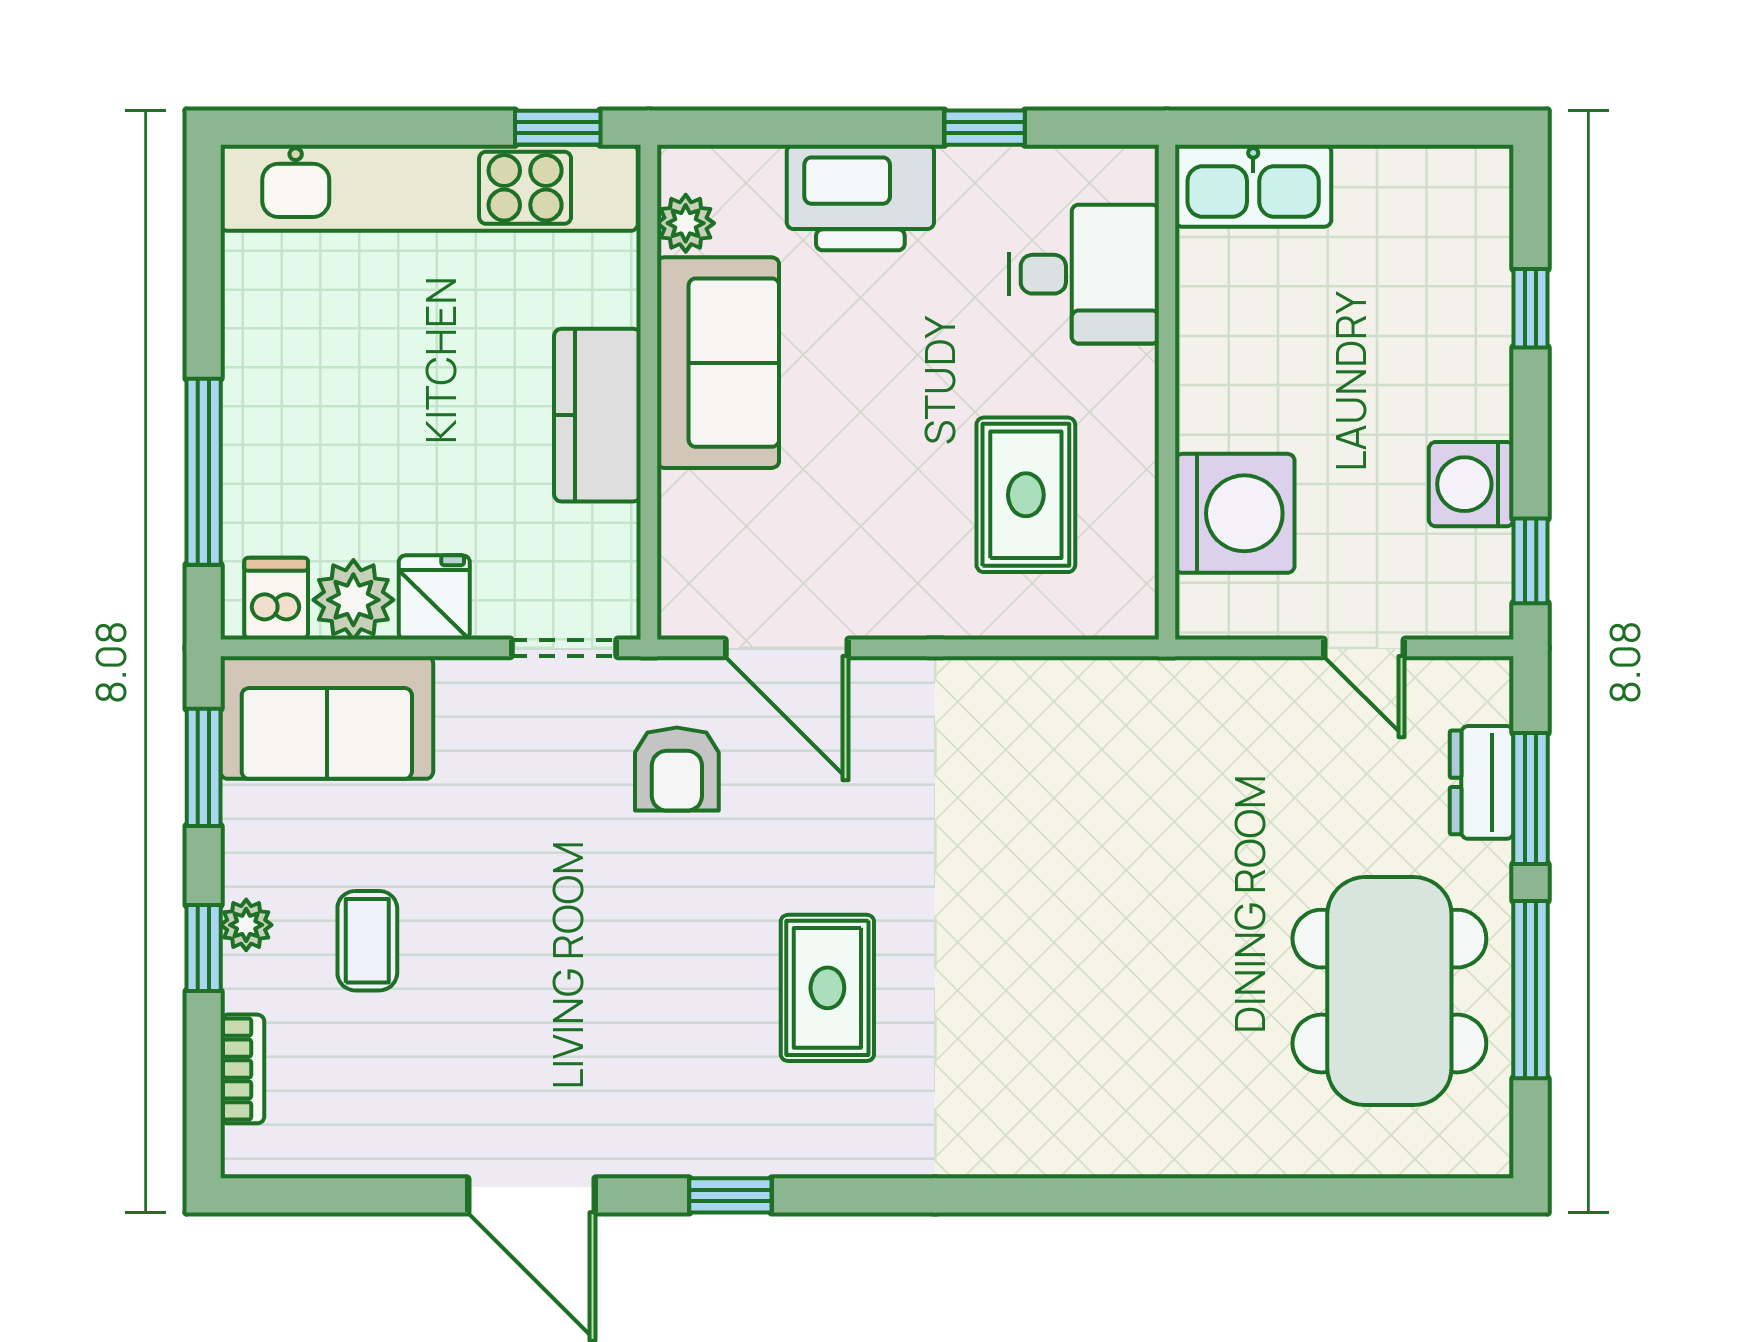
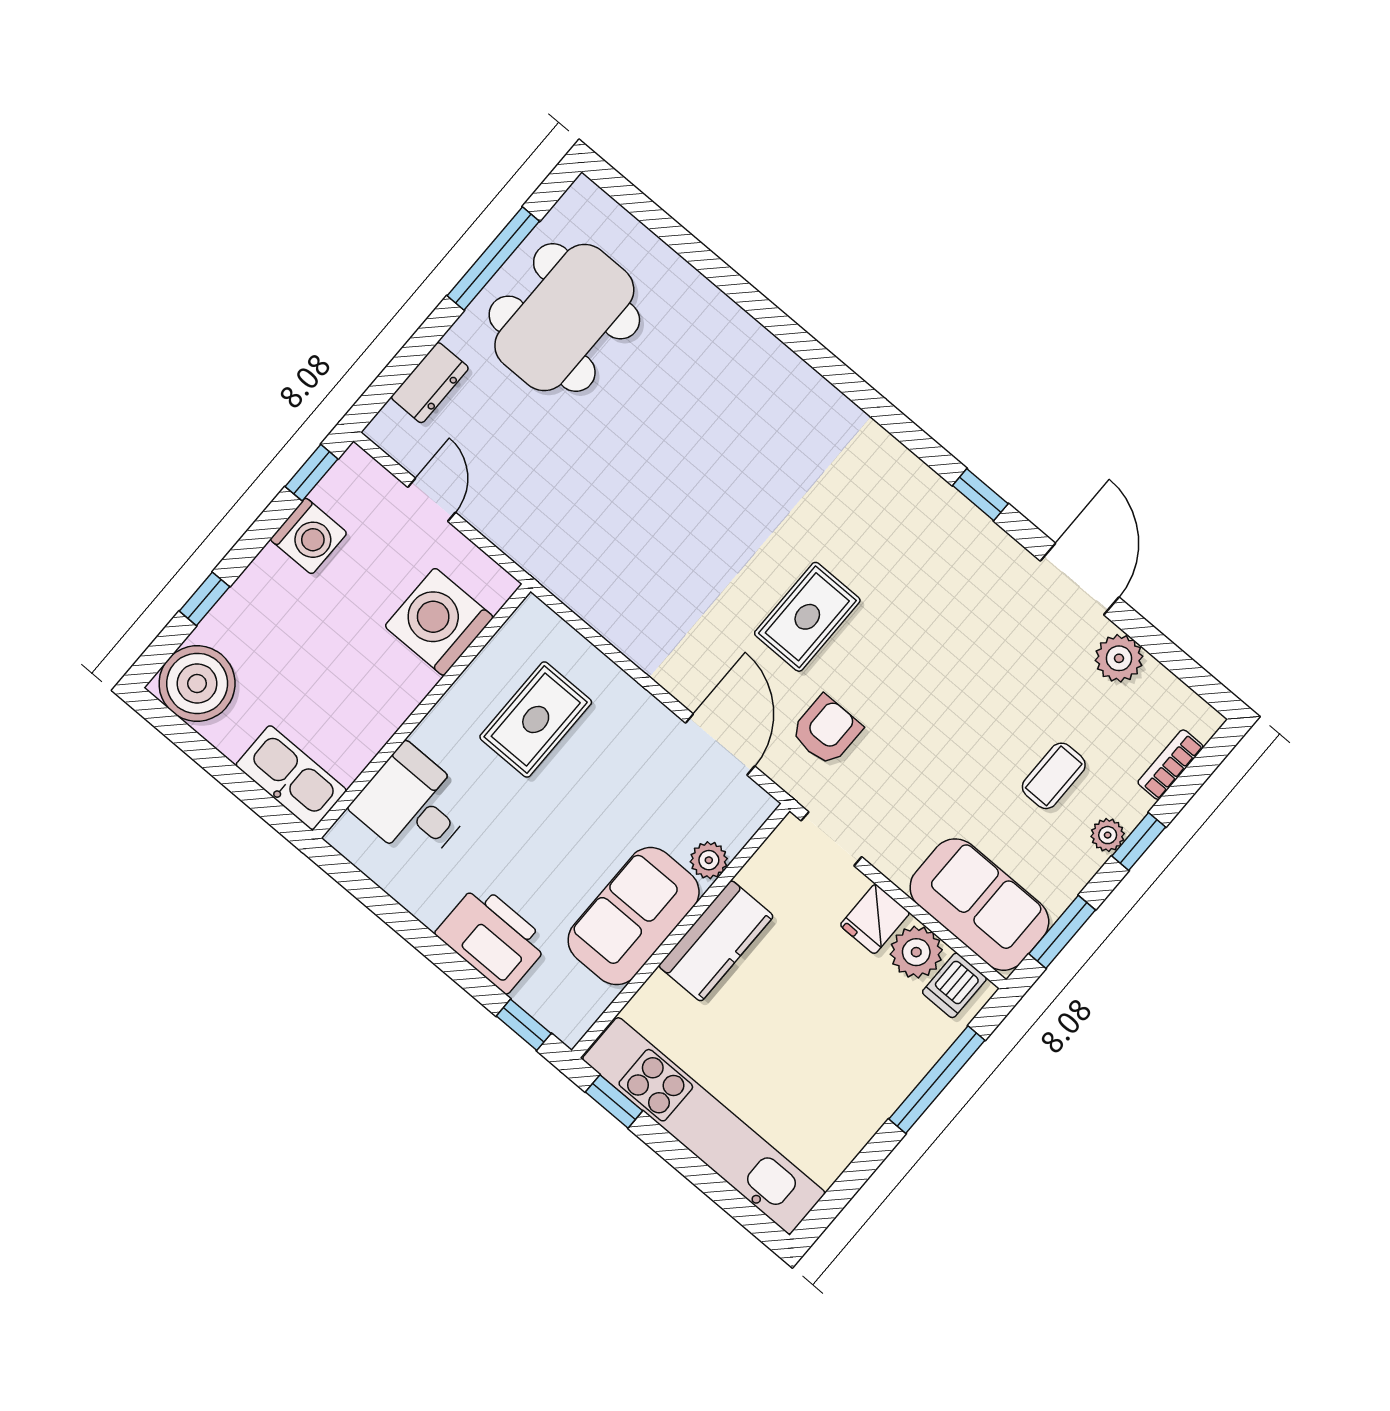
window: (985, 128) -> (524, 1025), moved
boiler: (1456, 202) -> (197, 683), added
plant: (686, 223) -> (709, 860), moved
window: (1530, 798) -> (412, 354), removed
rug: (827, 988) -> (807, 617), moved
plant: (407, 1142) -> (1119, 658), added

